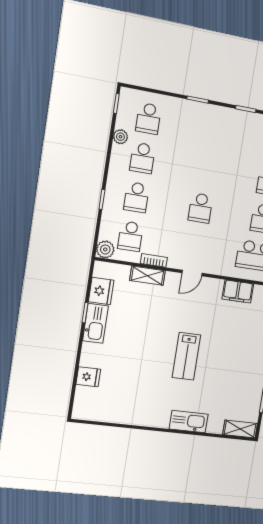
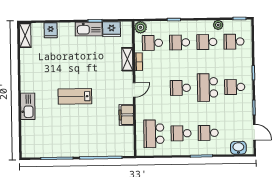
school desk: (213, 131) -> (235, 87), added
school desk: (207, 169) -> (208, 87), added
door: (192, 273) -> (134, 90), swing flipped
filing cabinet: (238, 291) -> (126, 115), moved
shelving: (240, 429) -> (25, 35), moved

